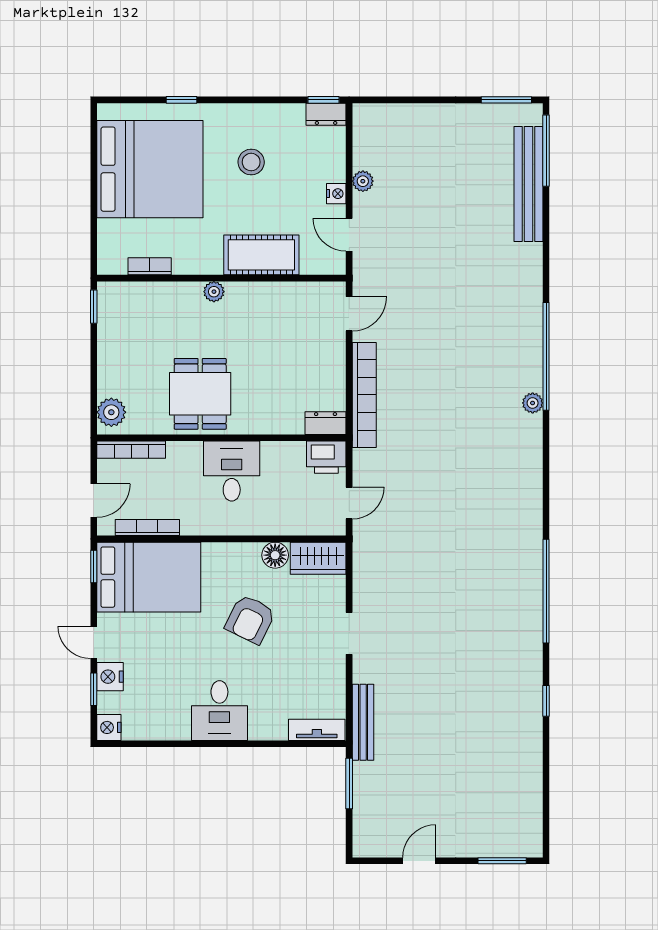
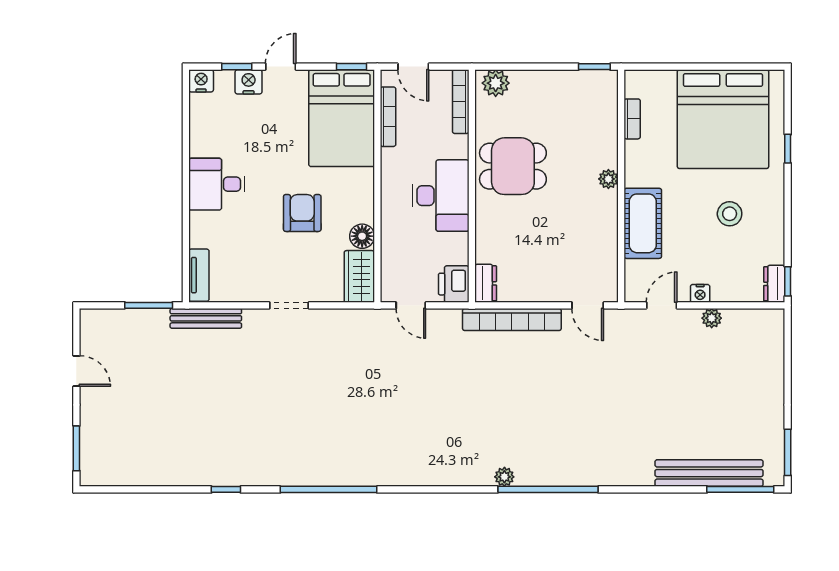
desk: (232, 471) -> (441, 196), width x1.37
armchair: (250, 619) -> (302, 213), turned 64

